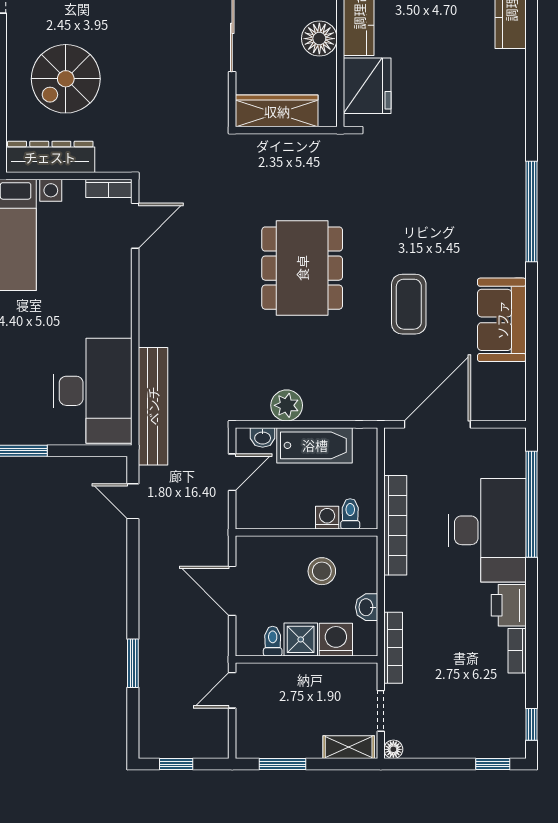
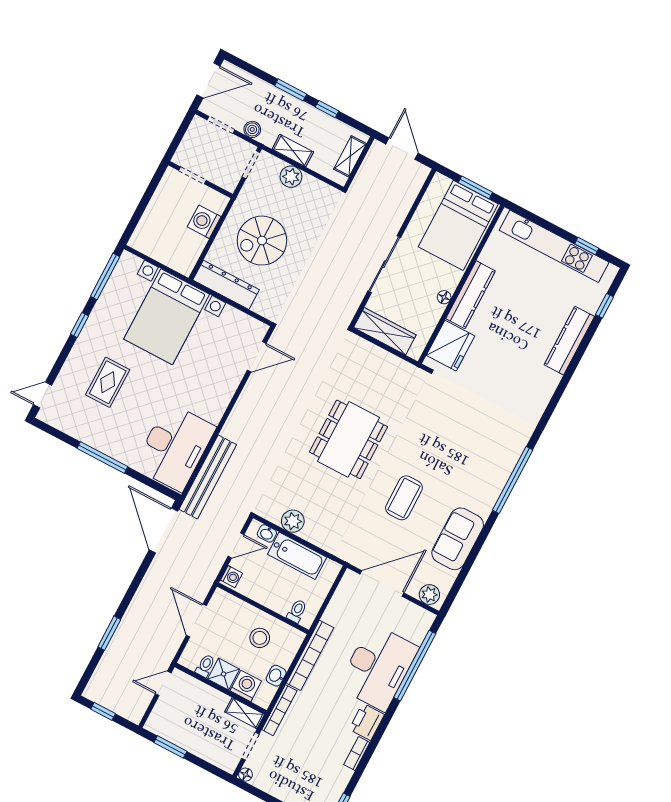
floor lamp: (319, 39) -> (444, 297), width x0.53, depth x0.53
bookcase: (109, 188) -> (253, 324), removed
plant: (503, 407) -> (429, 595), added
door: (133, 501) -> (163, 531), width x1.87
washing machine: (327, 518) -> (232, 577), moved, turned 90
bookcase: (395, 525) -> (310, 655), moved
shelving: (349, 747) -> (245, 713), moved

